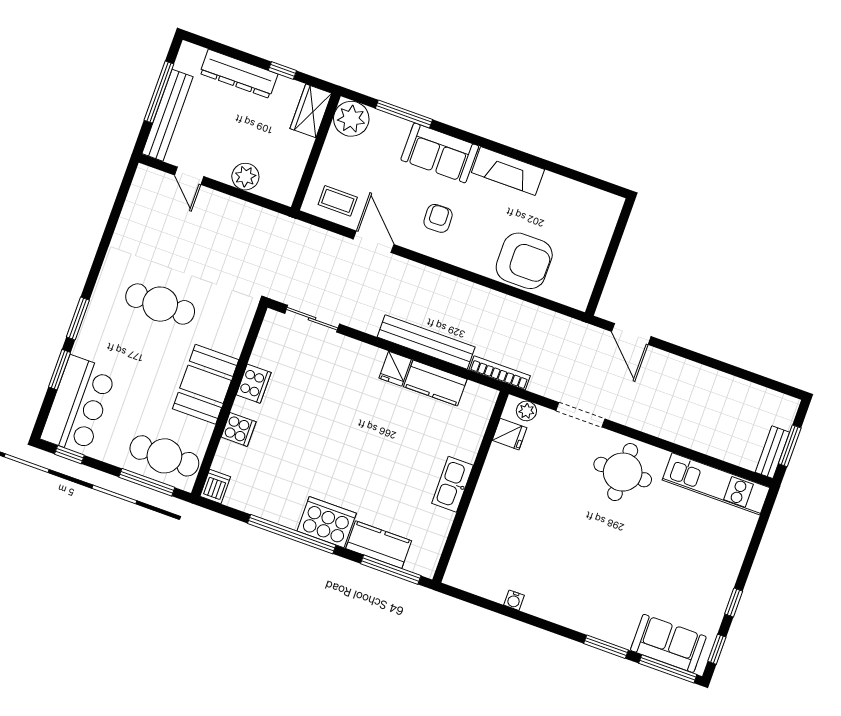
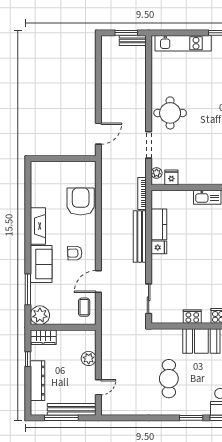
kitchen unit: (716, 484) -> (183, 43), moved, turned 90

